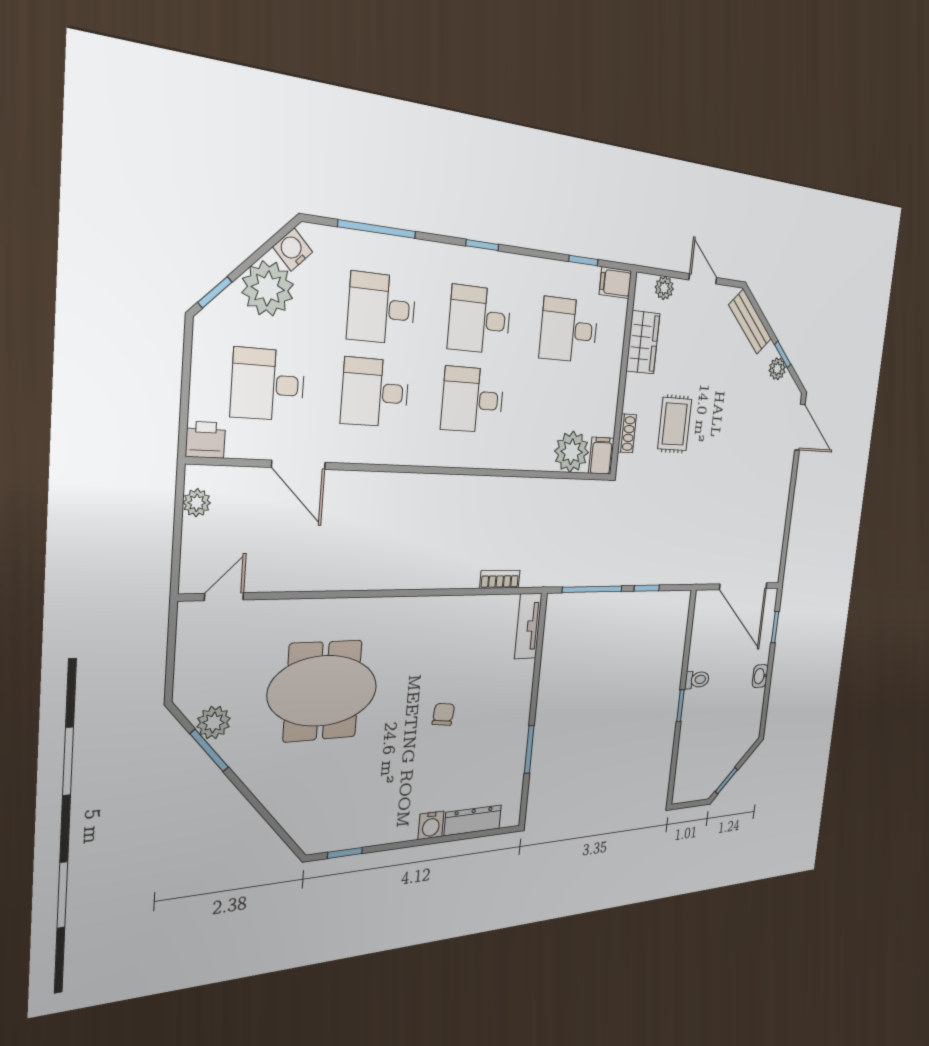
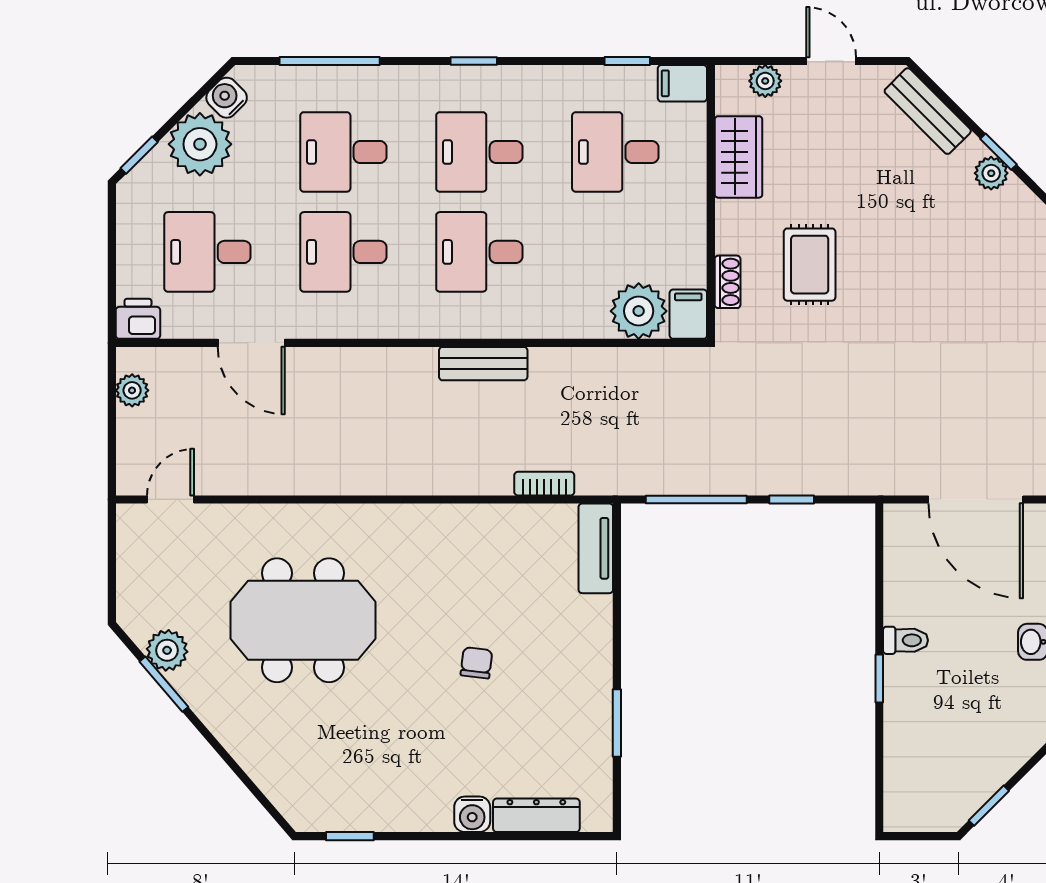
bench: (468, 488) -> (483, 364), added

